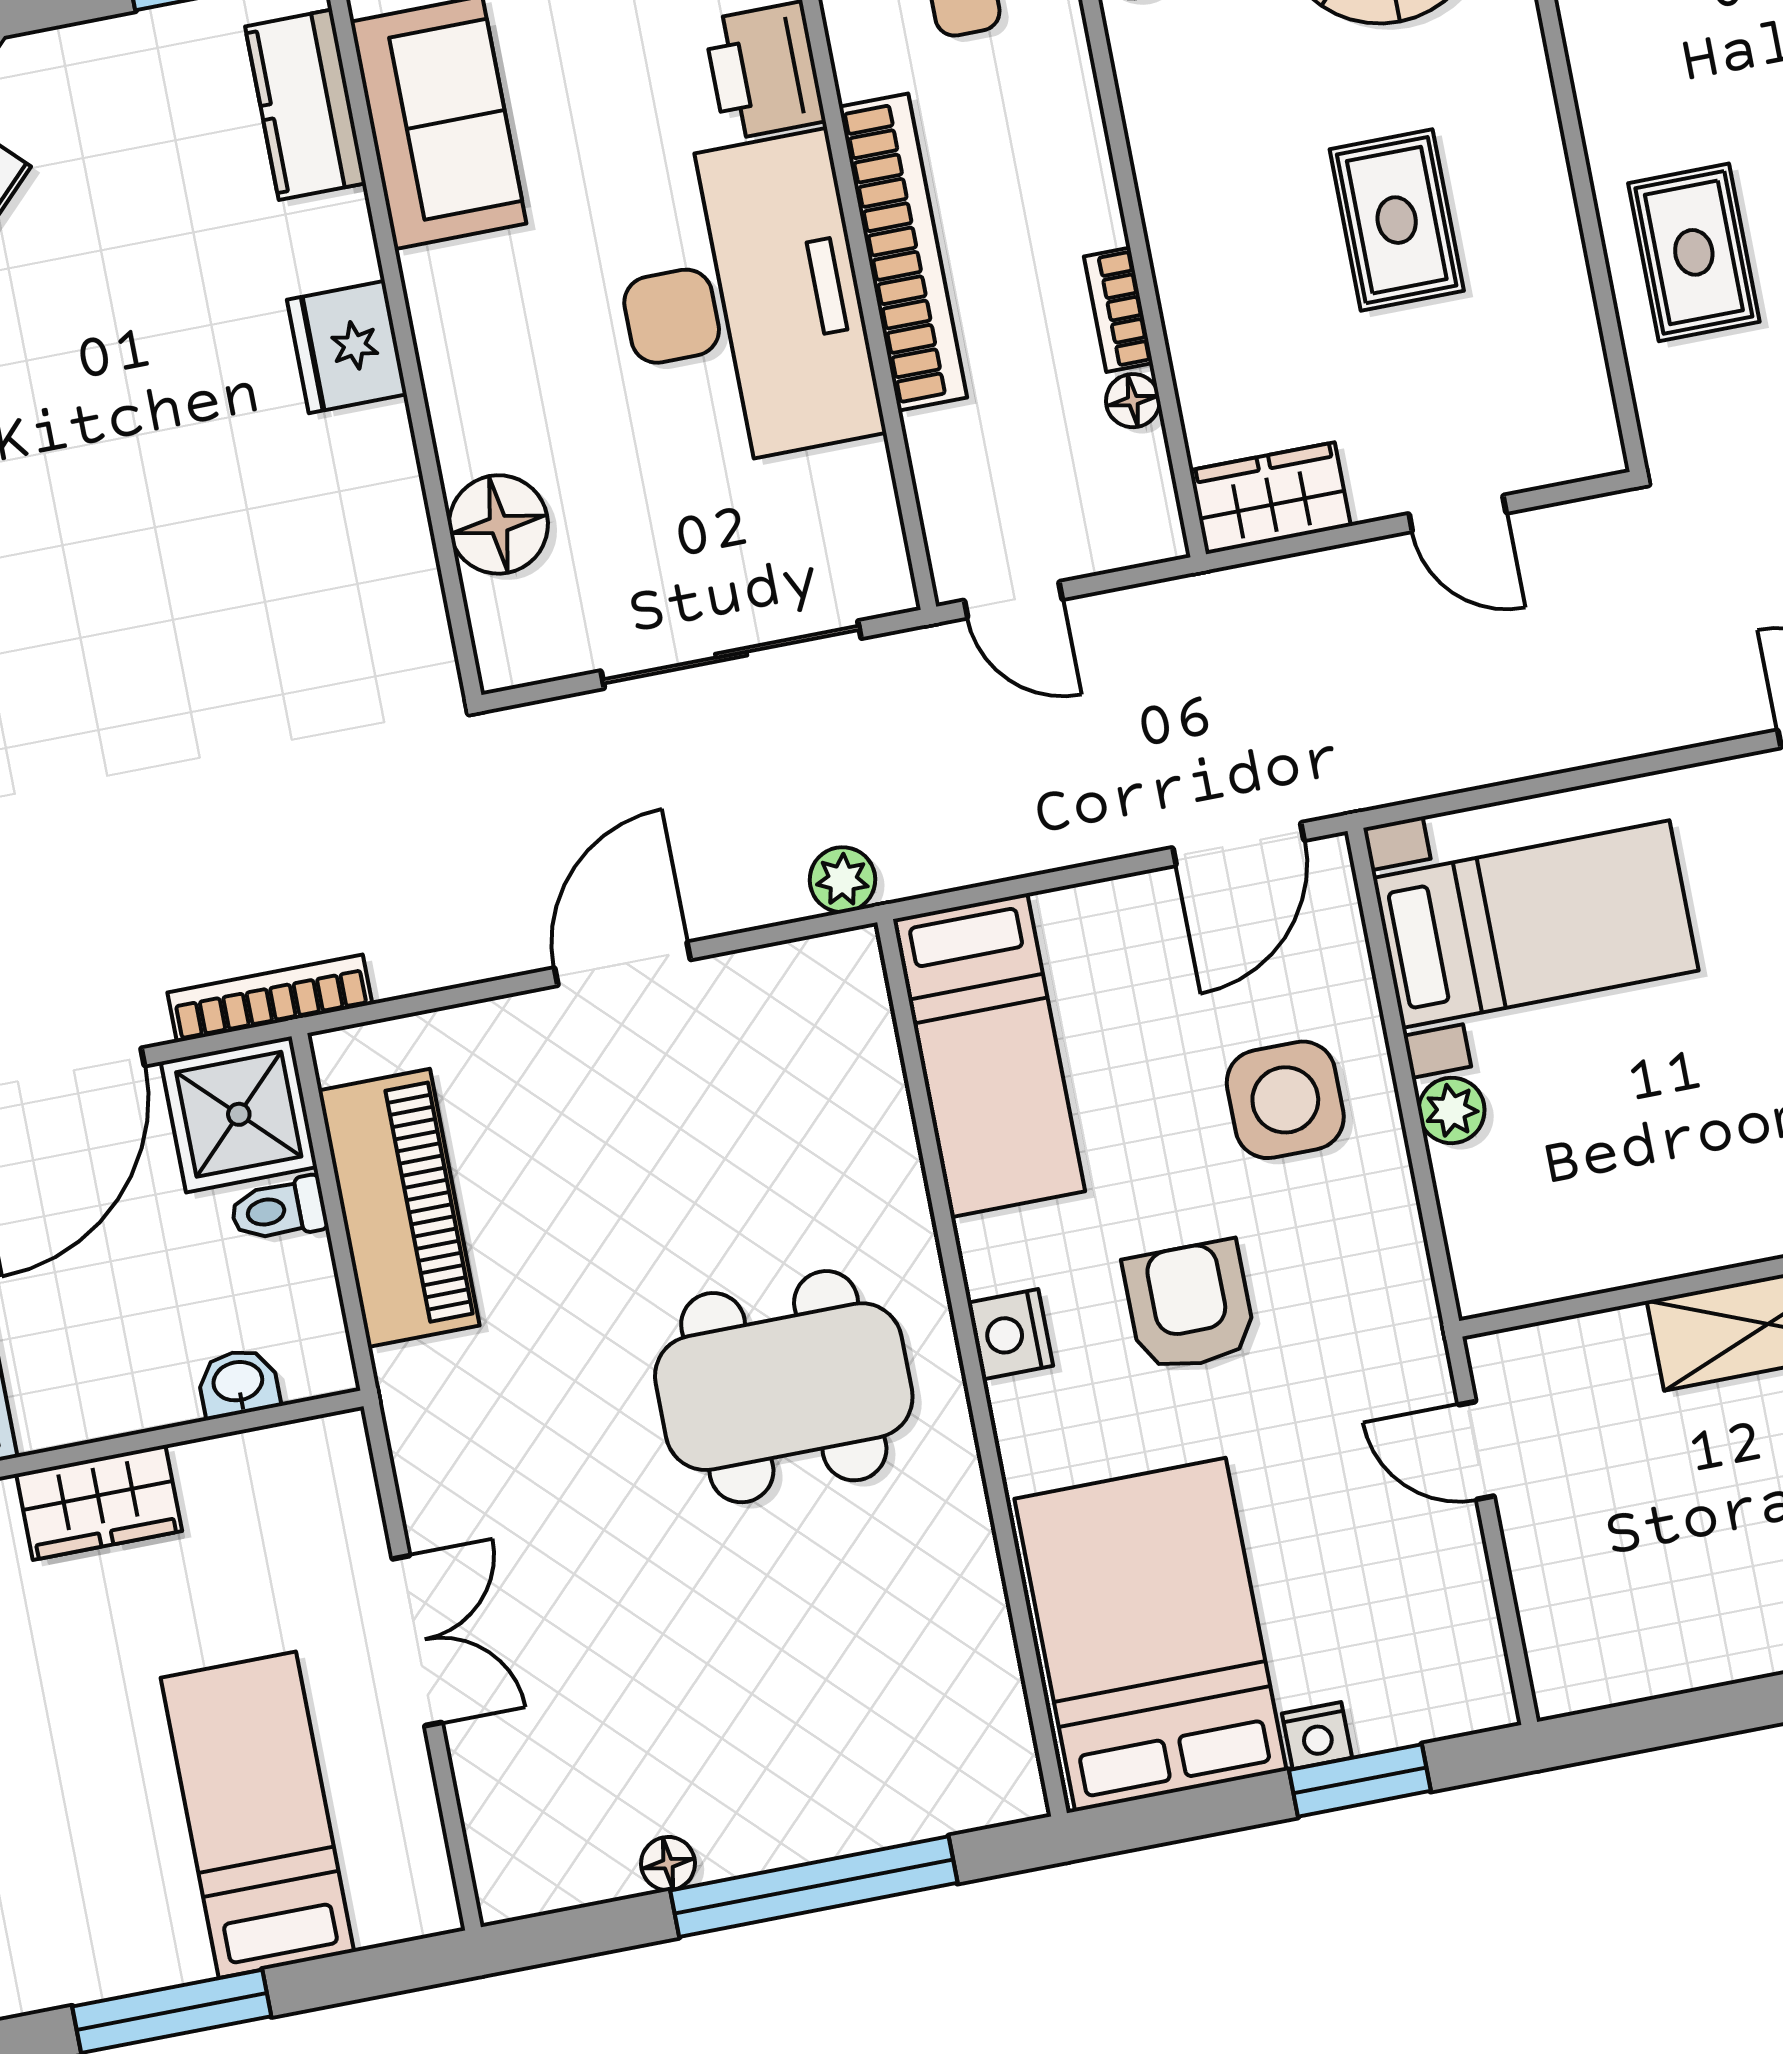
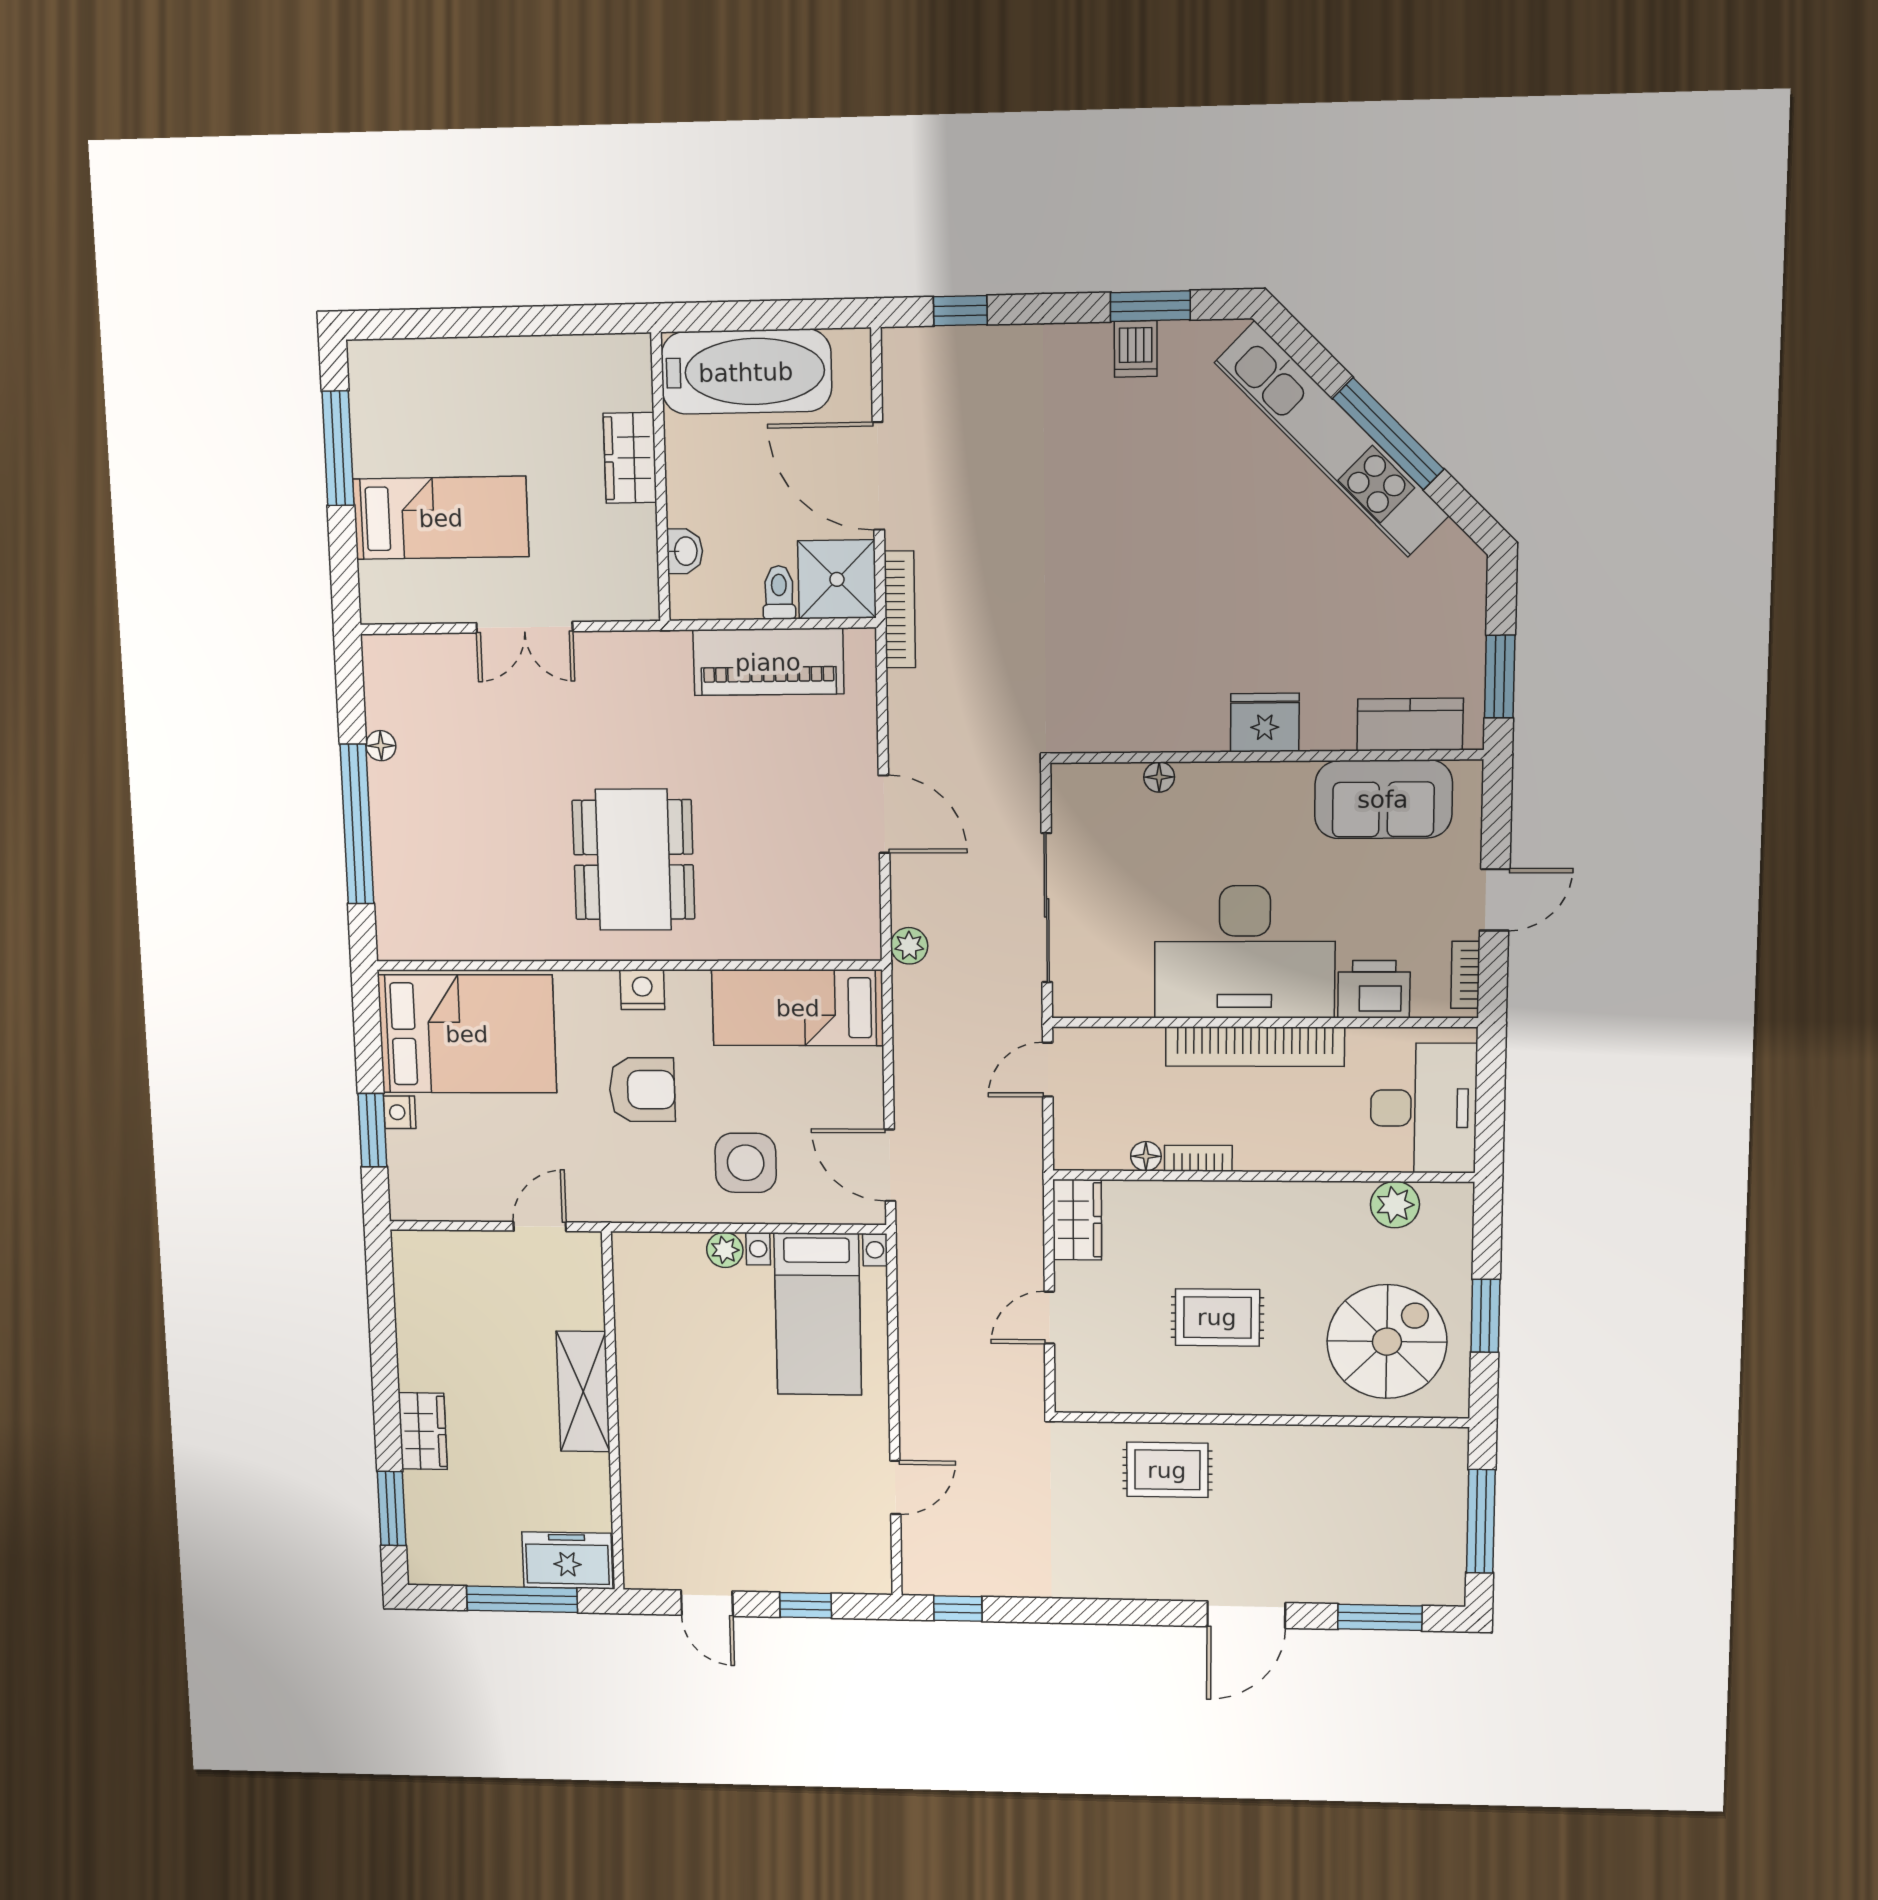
floor lamp: (498, 524) -> (1159, 777), width x0.53, depth x0.53

